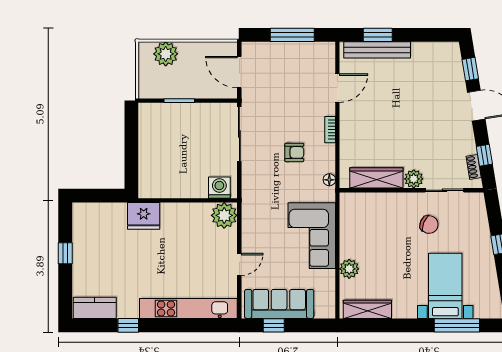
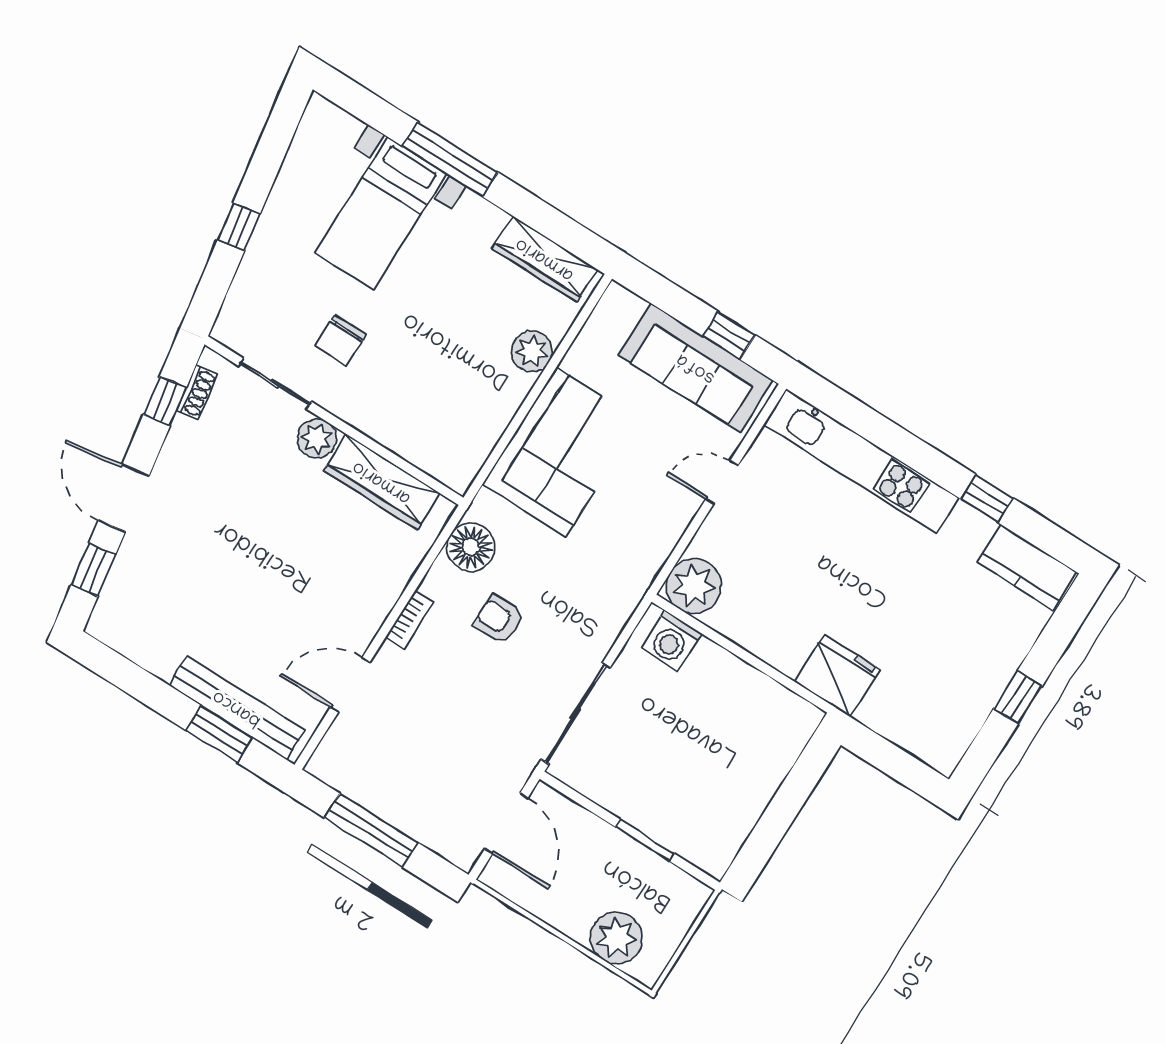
floor lamp: (329, 180) -> (471, 547), width x1.89, depth x1.89
chair: (429, 225) -> (341, 340), turned -111
window: (457, 325) -> (450, 159), moved

